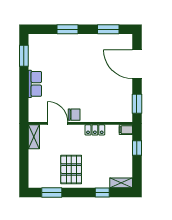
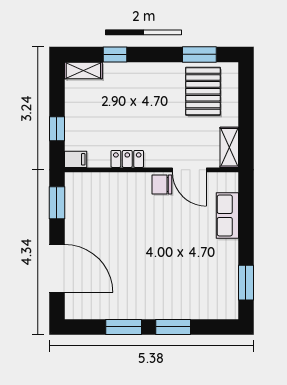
window: (108, 29) -> (124, 327), moved
row of seats: (35, 84) -> (227, 215), moved
pallet: (71, 169) -> (203, 91), moved

